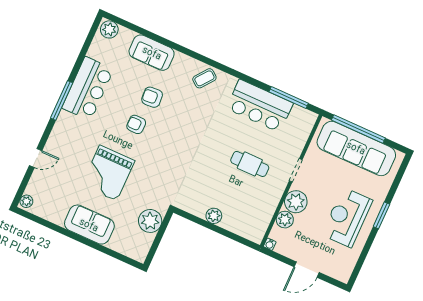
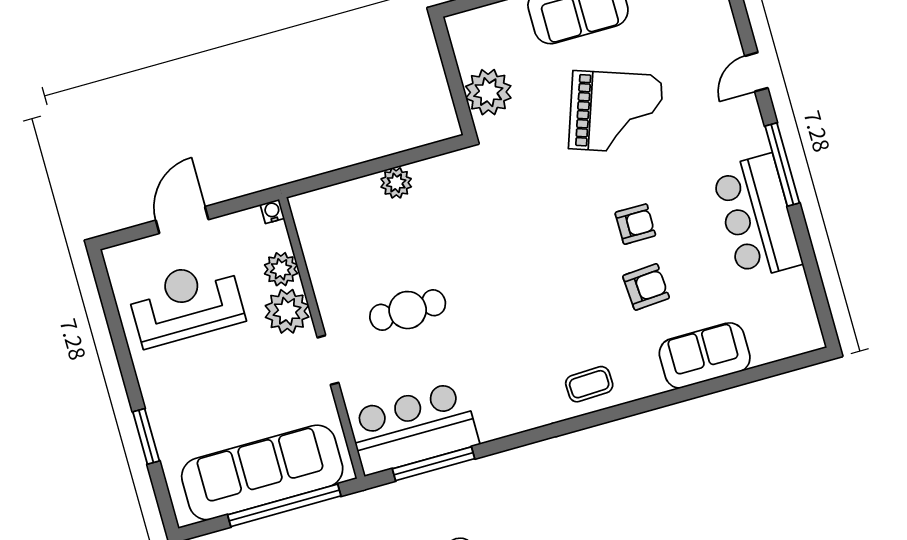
plant: (109, 29) -> (800, 337), removed
coffee table: (204, 78) -> (589, 384), turned 50
bar counter: (260, 106) -> (413, 428), moved
door: (36, 158) -> (756, 72), moved
grand piano: (108, 173) -> (616, 112), turned 109
window: (381, 215) -> (146, 436), moved
reception desk: (347, 217) -> (186, 303), moved, turned -90

